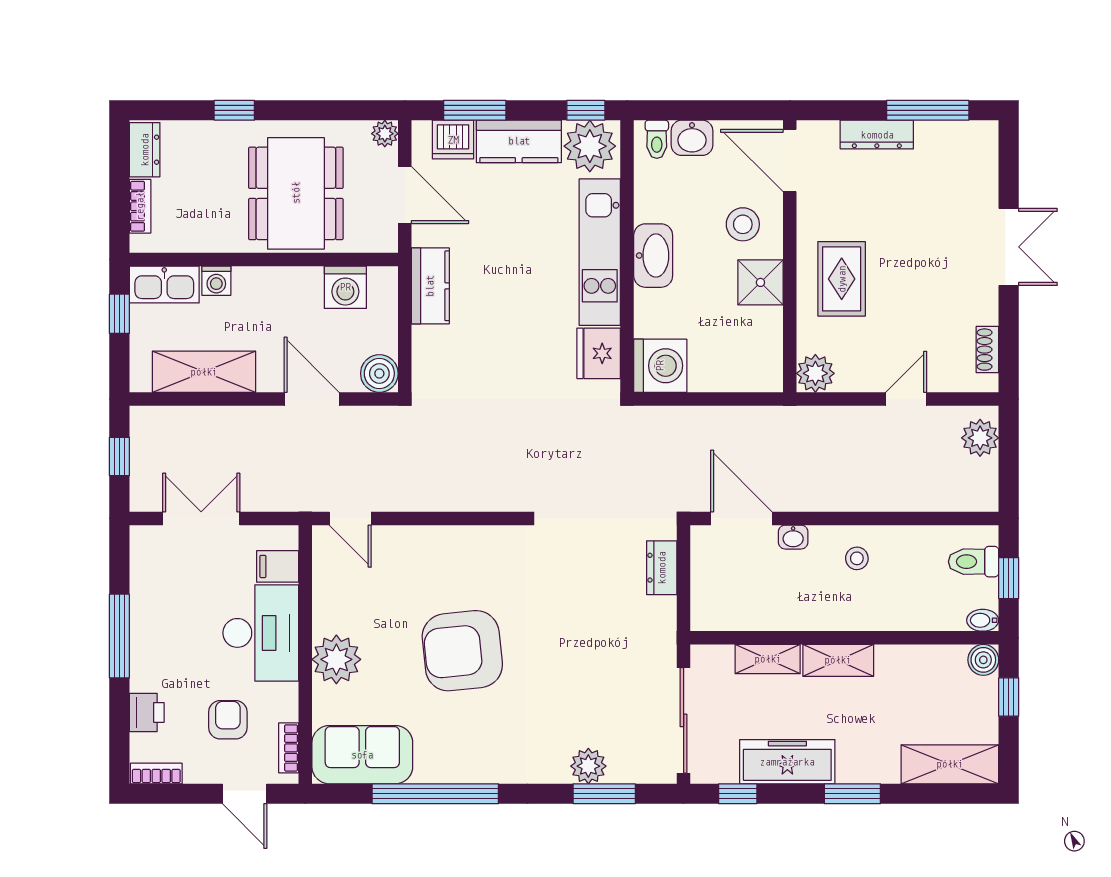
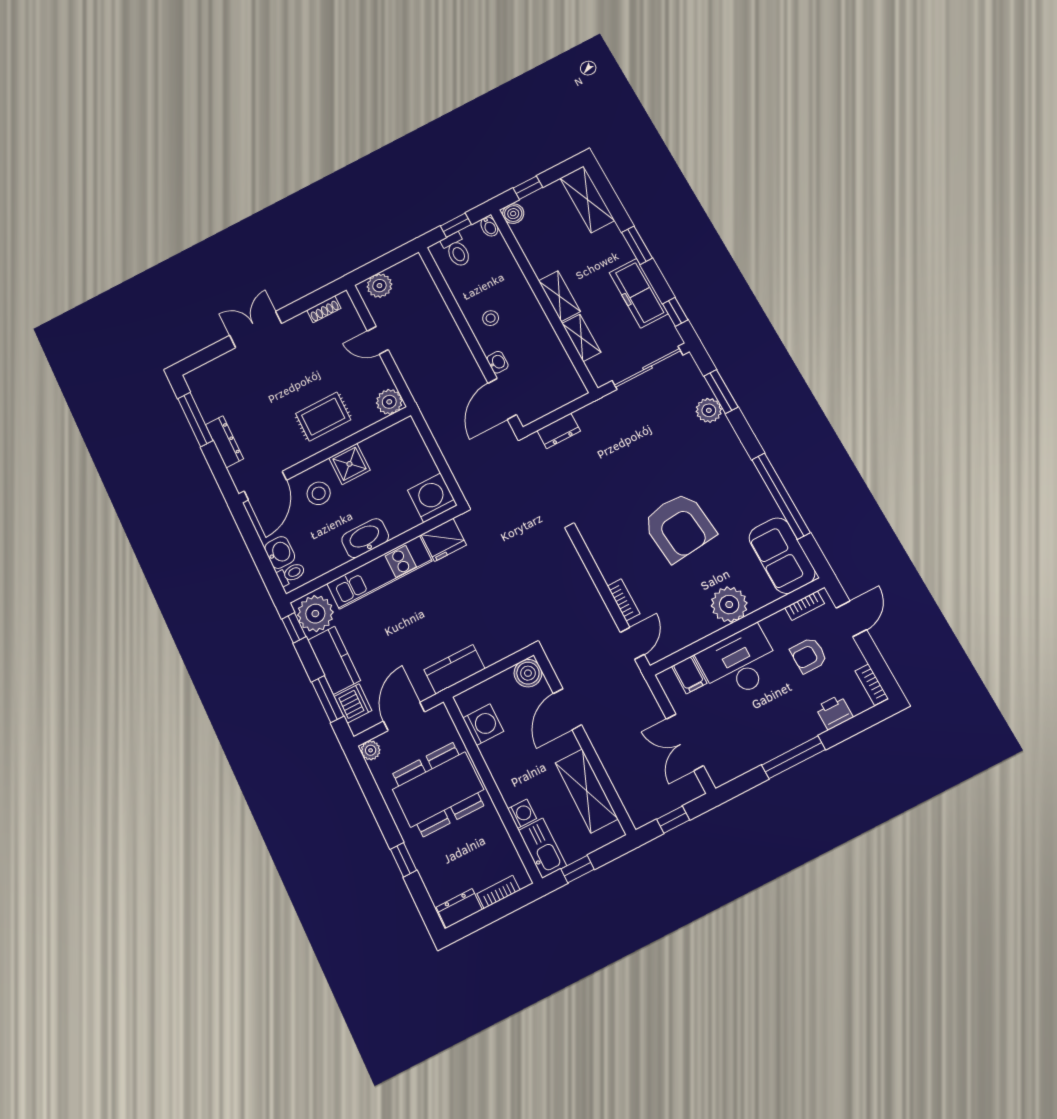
bookcase: (408, 536) -> (624, 600), added

